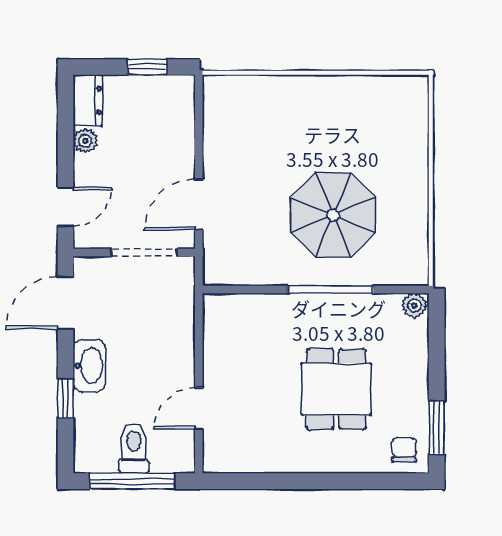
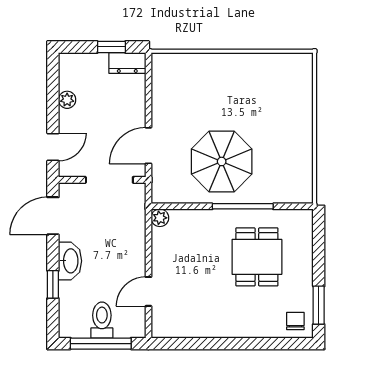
dresser: (88, 100) -> (127, 63), moved, turned 90
parasol: (333, 215) -> (222, 161), moved
plant: (414, 305) -> (160, 218), moved
dining table: (336, 389) -> (257, 257), moved

